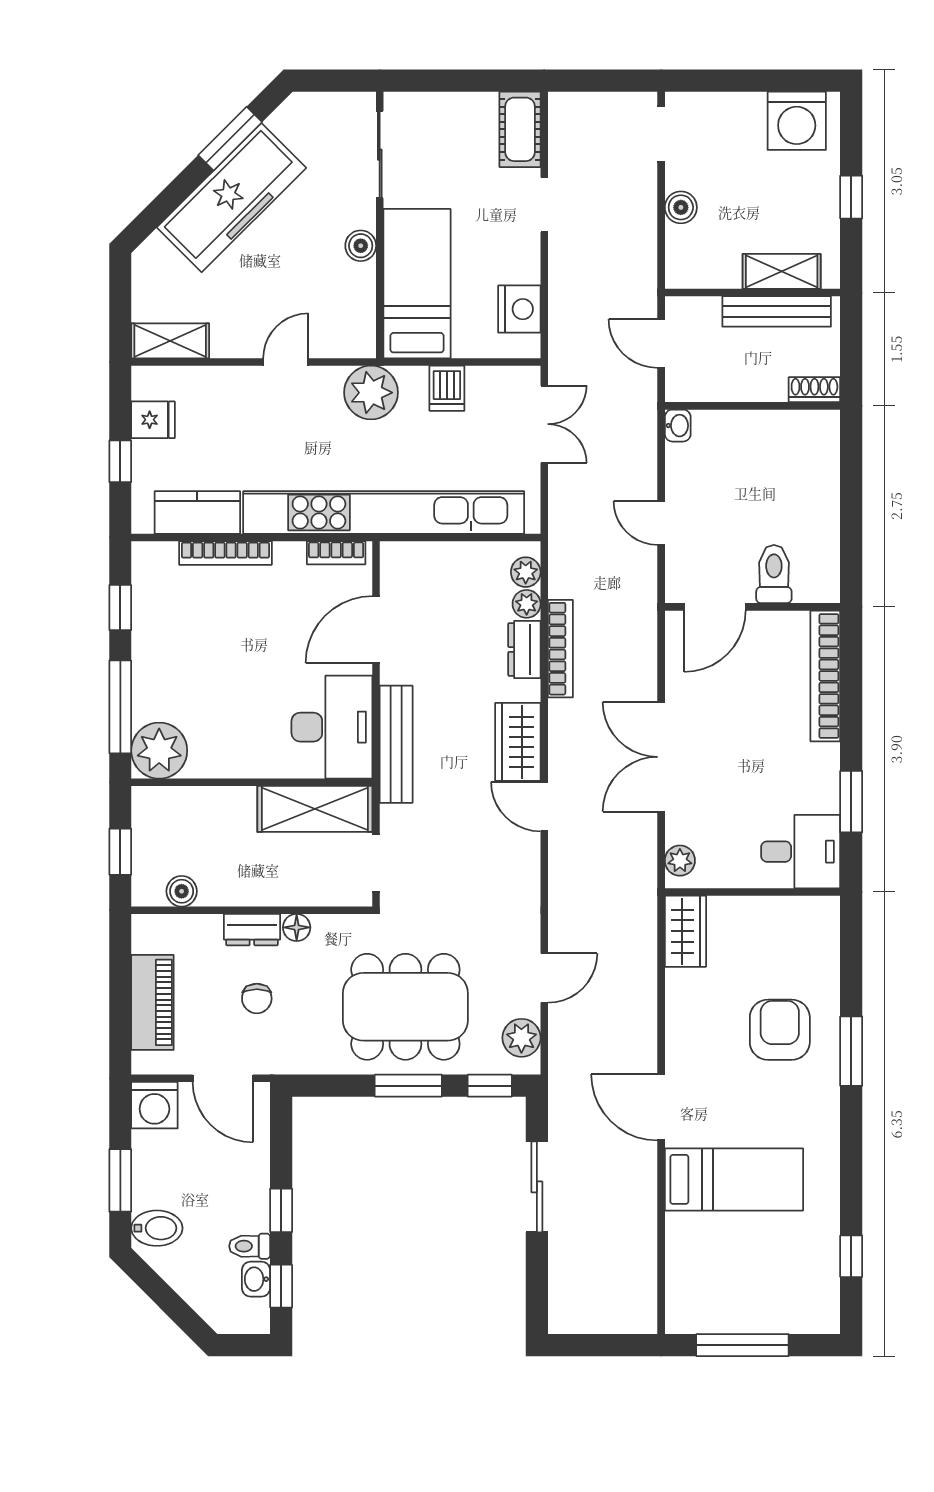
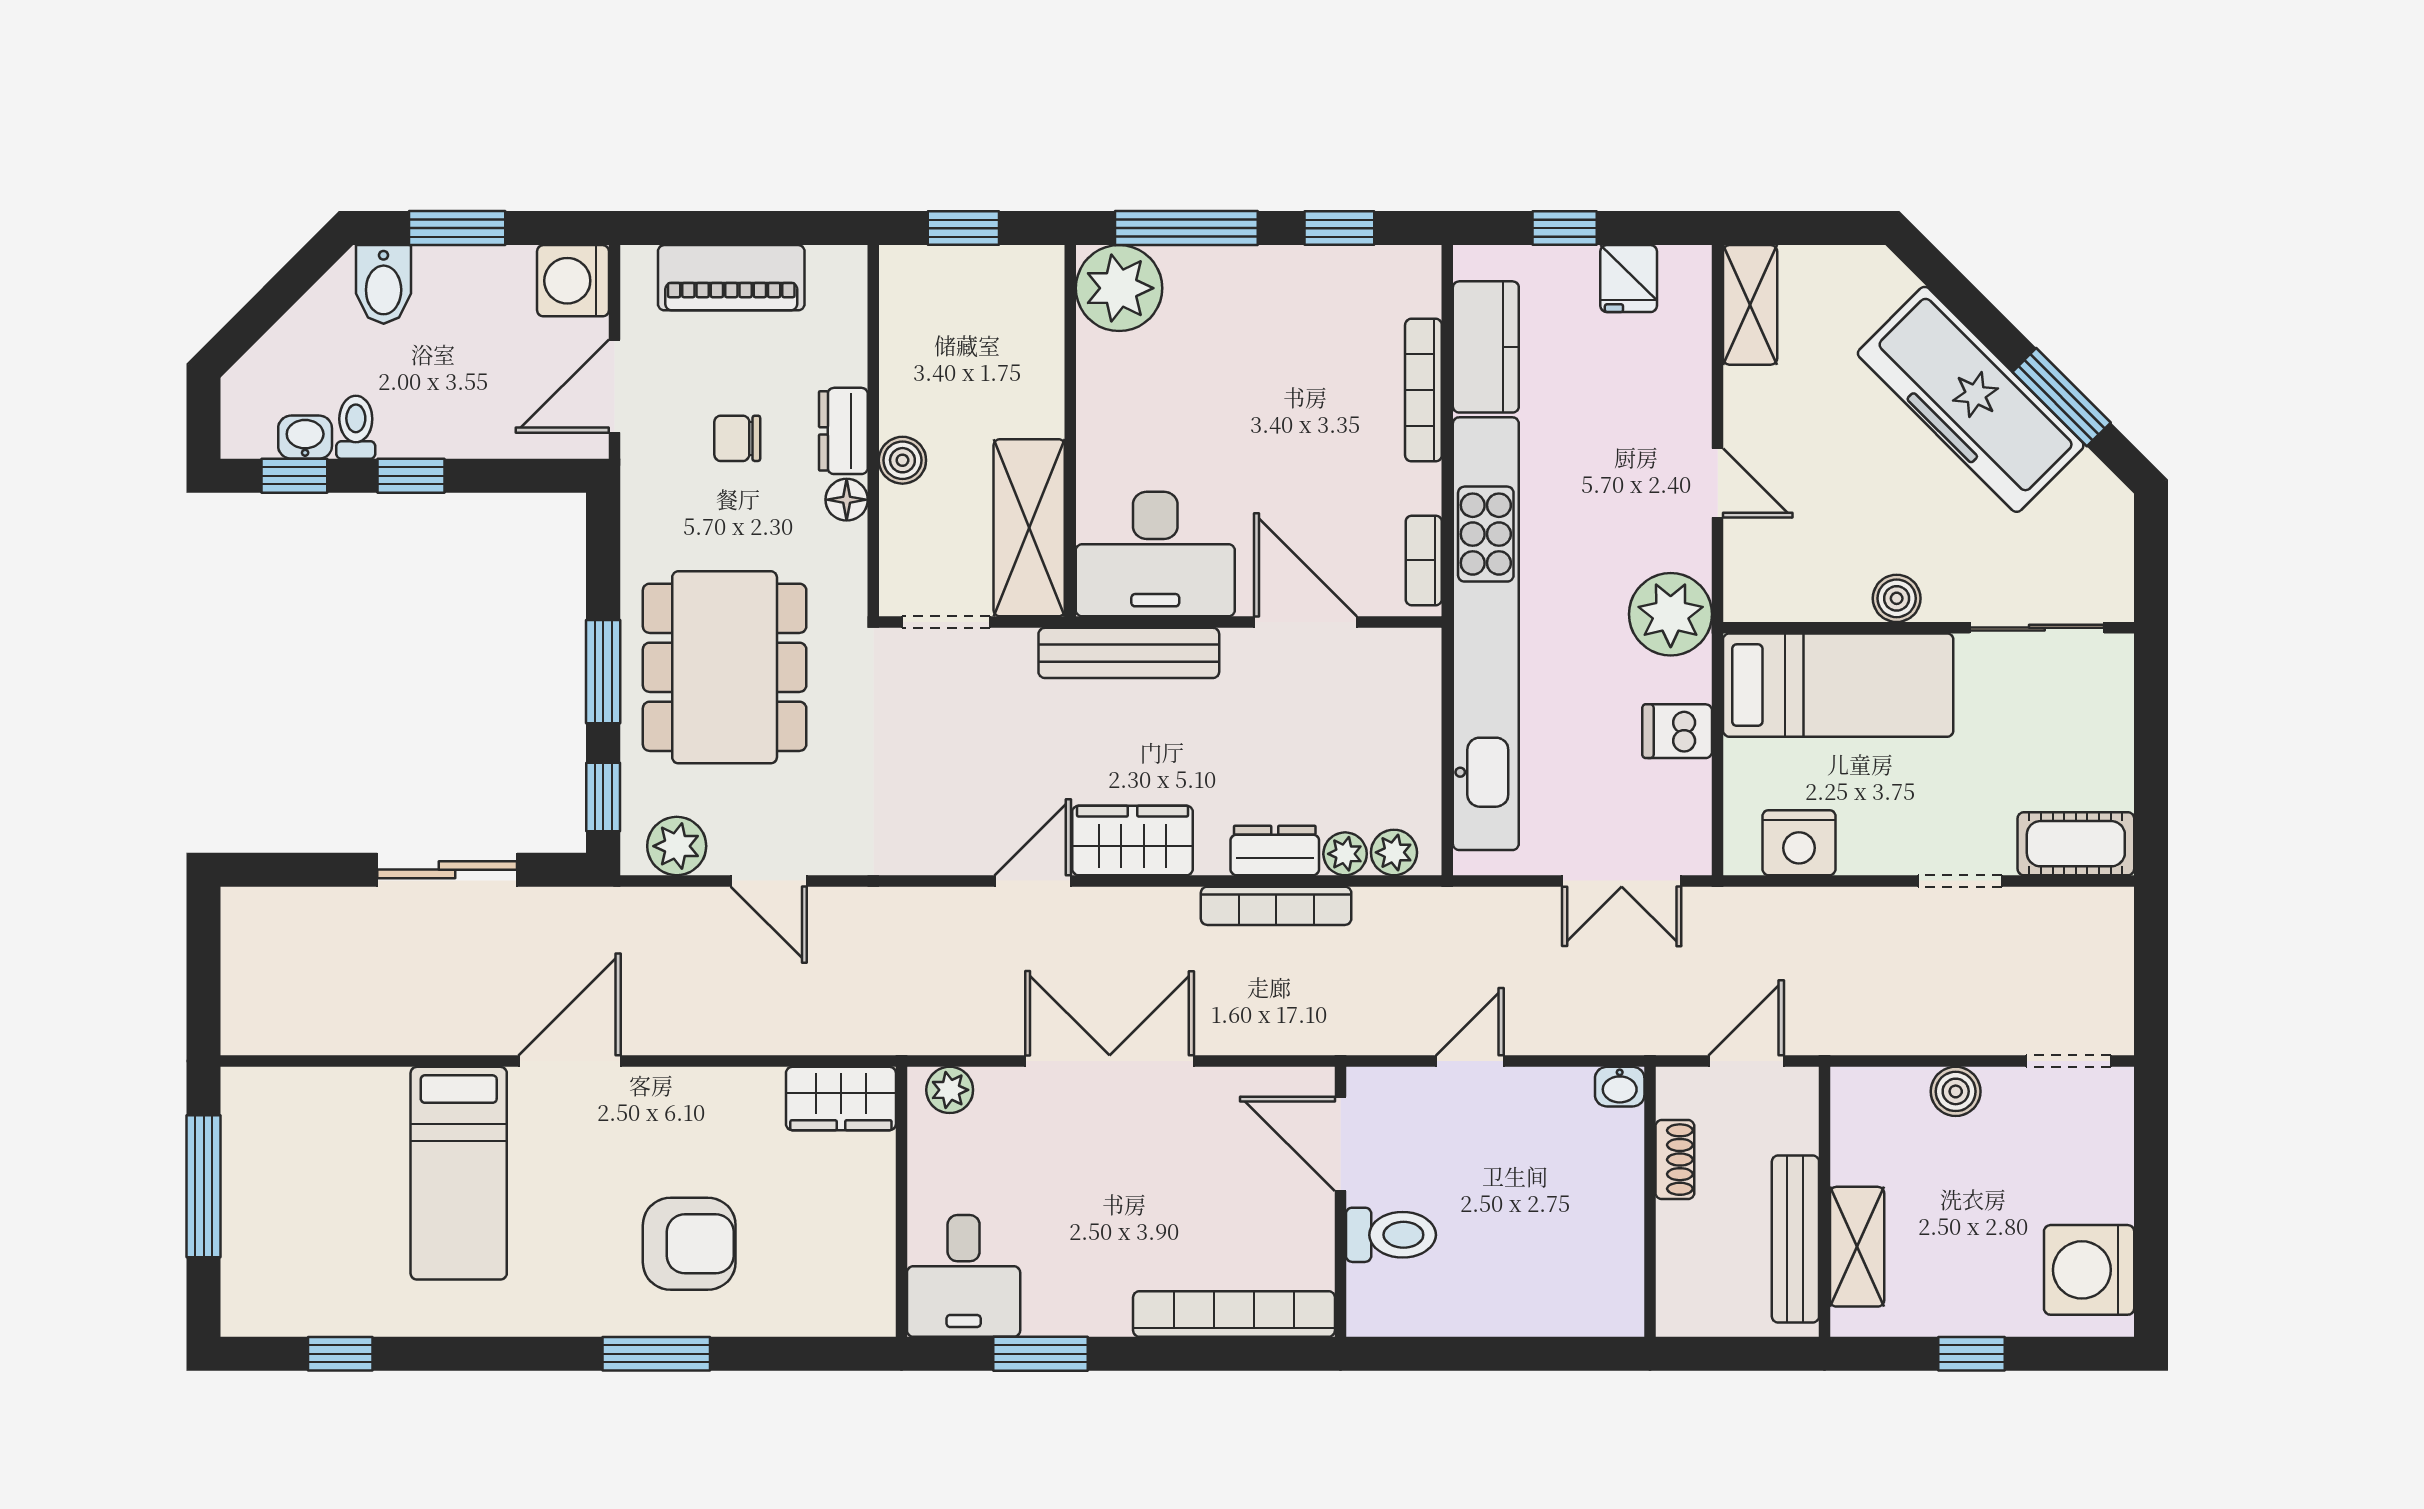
shoe rack: (814, 390) -> (1675, 1160), moved
boiler: (182, 891) -> (902, 460), moved

